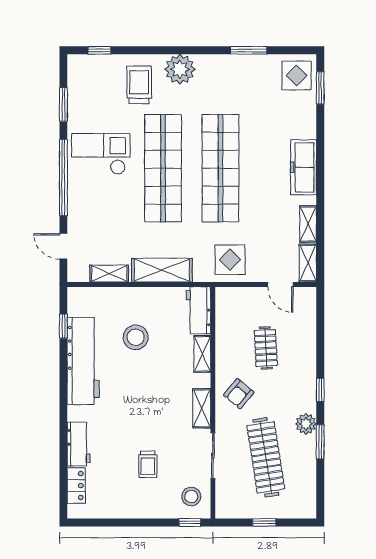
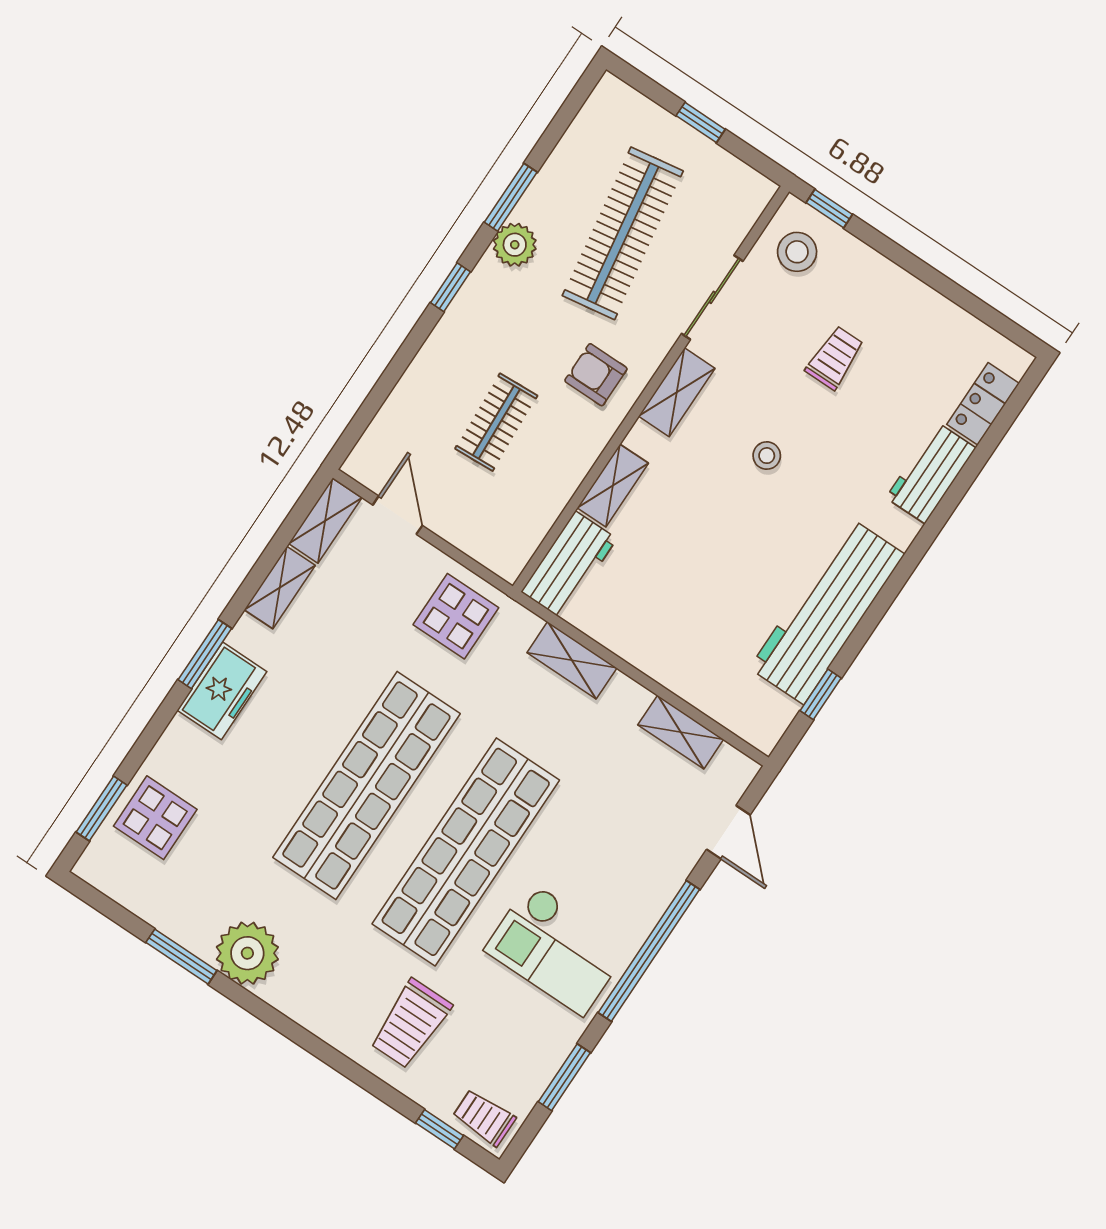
trolley: (85, 67) -> (484, 1118), added
plant: (180, 69) -> (247, 953), moved
display table: (297, 76) -> (155, 818), moved
freezer: (304, 167) -> (222, 691), width x0.71
window: (320, 177) -> (205, 654), added
shelving: (162, 270) -> (572, 660), width x0.67, depth x0.75
stool: (136, 337) -> (767, 456), moved, width x0.53, depth x0.53
armchair: (239, 394) -> (596, 375), turned -130

